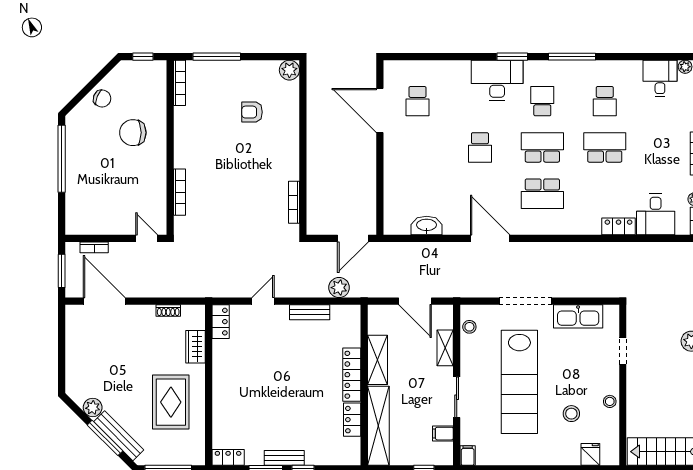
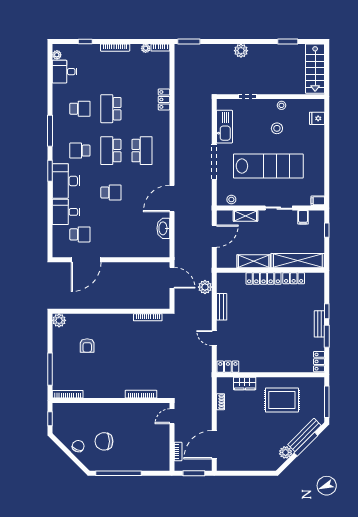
chair: (133, 133) -> (104, 441), moved, turned 90
desk: (656, 214) -> (66, 212), moved, turned 180
door: (490, 238) -> (172, 199), moved
stool: (571, 414) -> (277, 128), moved

